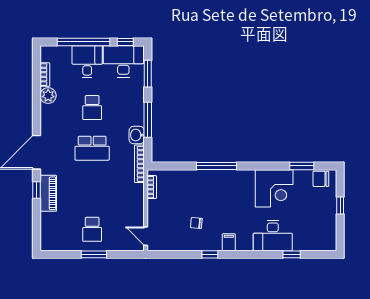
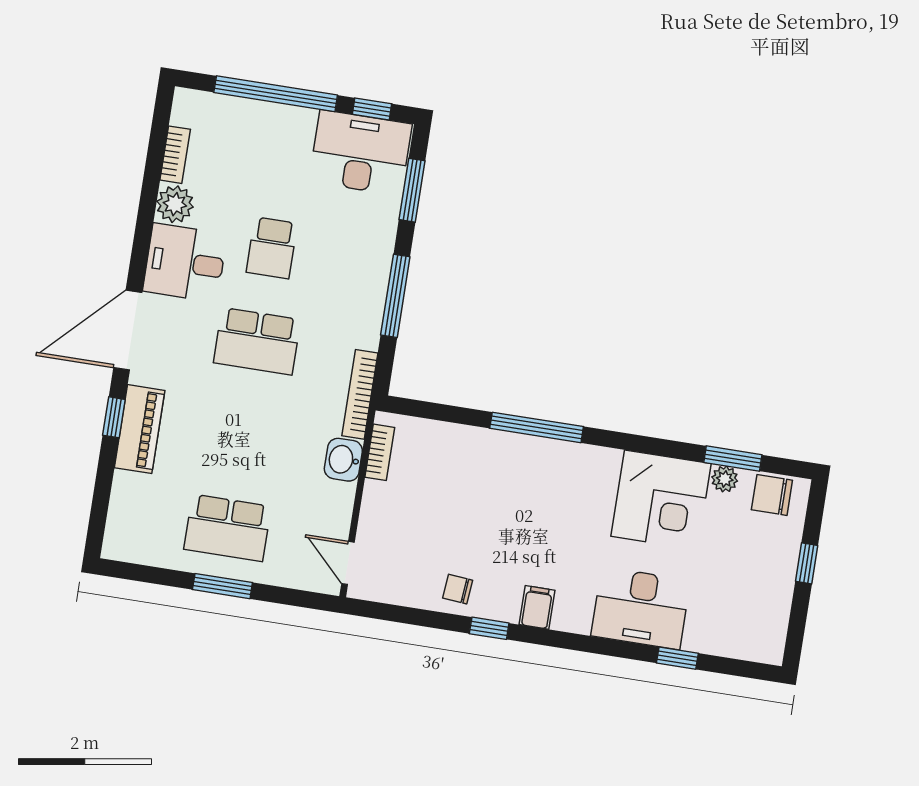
desk: (87, 62) -> (185, 263), moved, turned -90
washbasin: (137, 135) -> (343, 460), moved
plant: (300, 175) -> (725, 479), added
chair: (196, 223) -> (458, 589), moved
school desk: (92, 229) -> (227, 528), width x1.85

